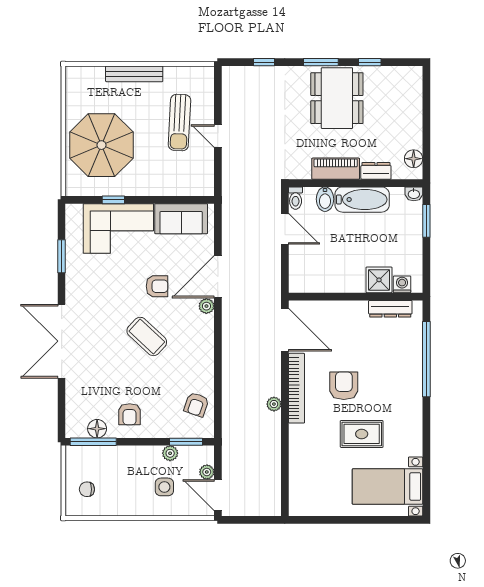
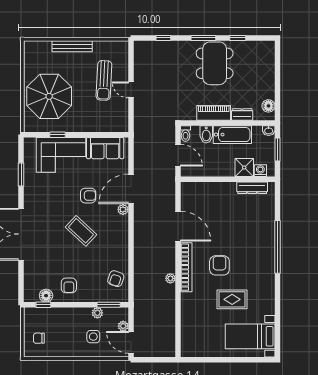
shower: (379, 280) -> (244, 168), moved
washing machine: (402, 284) -> (260, 171), moved
wall: (356, 297) -> (228, 179), moved
dresser: (390, 309) -> (252, 188), moved
window: (93, 442) -> (43, 305), width x0.46

